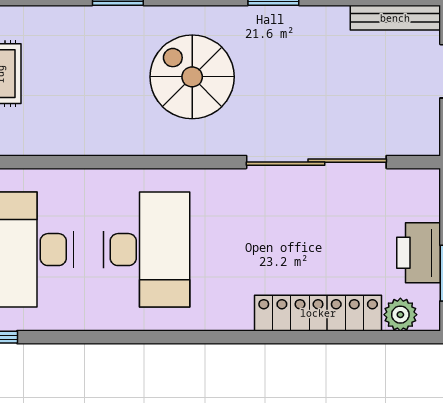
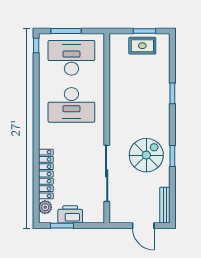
spiral stairs: (192, 77) -> (146, 155), moved

